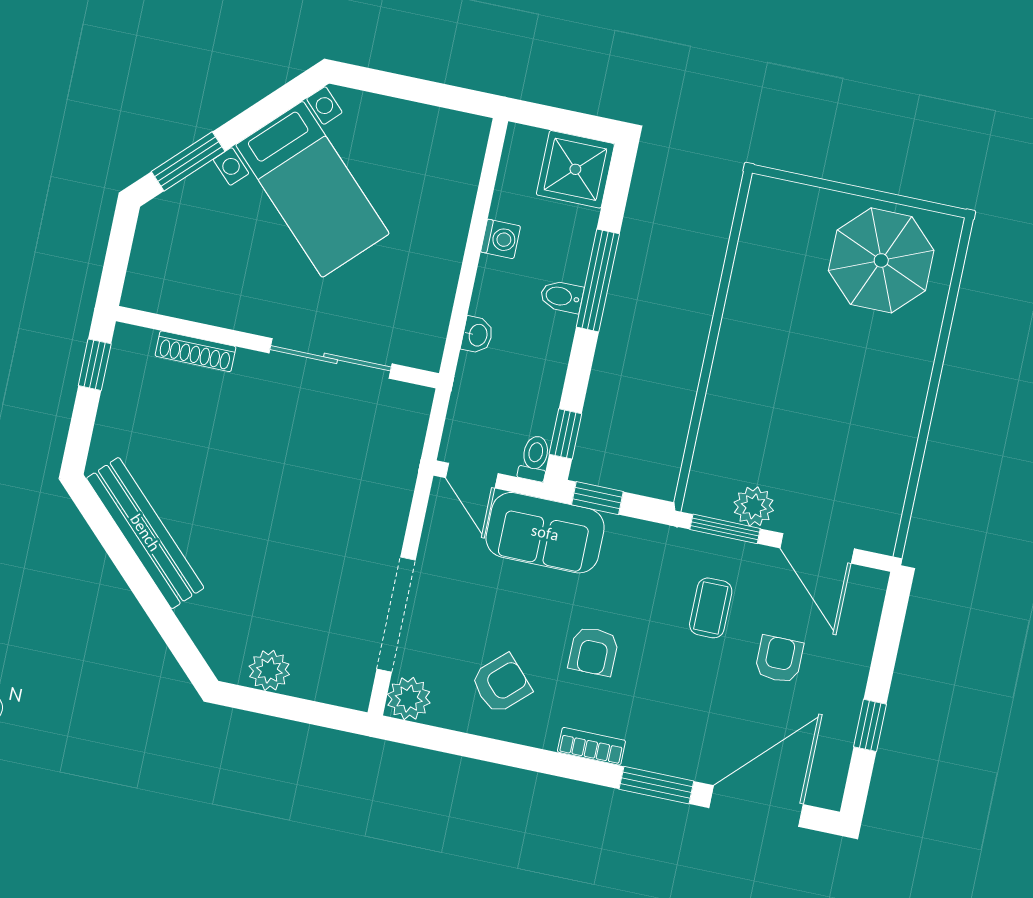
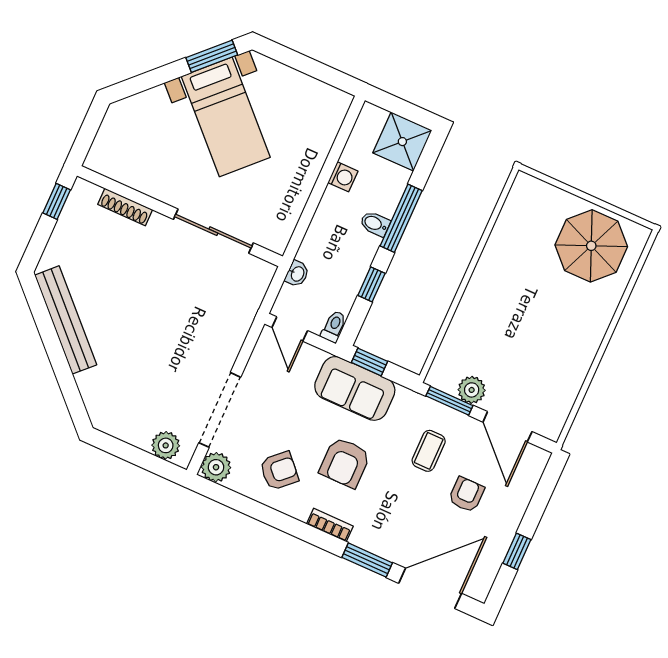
window: (188, 161) -> (212, 56), moved
washbasin: (477, 335) -> (297, 274), moved
window: (565, 434) -> (371, 284), moved
sofa: (545, 533) -> (355, 388), moved
armchair: (593, 651) -> (345, 463), width x1.38, depth x1.38
plant: (269, 670) -> (166, 445), moved

